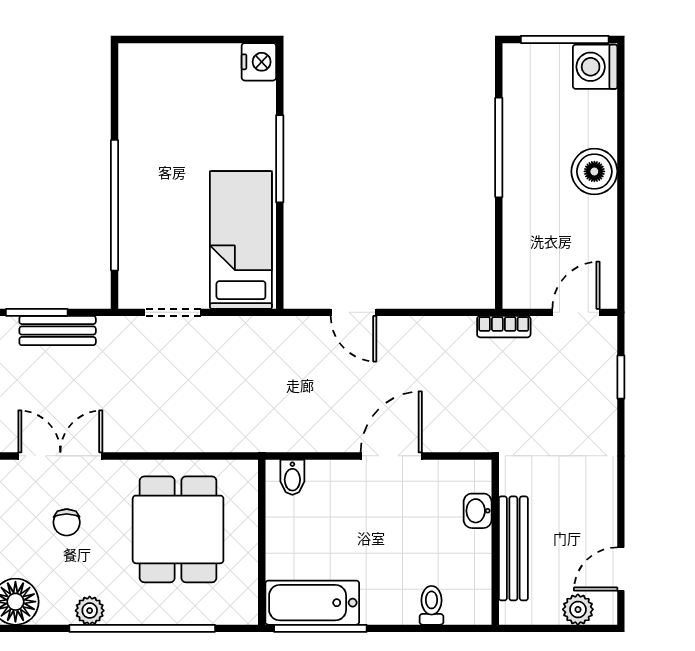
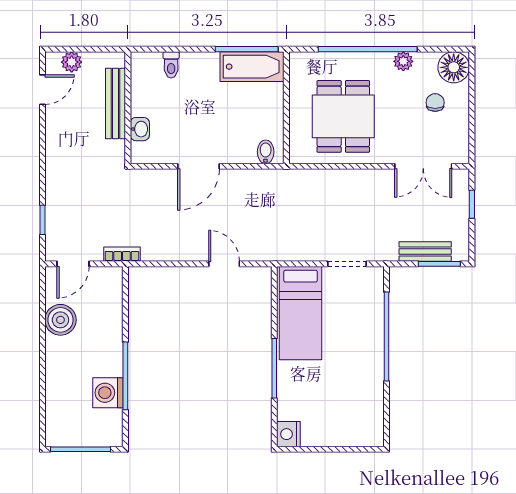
washing machine: (595, 67) -> (108, 393), moved, turned 180
boiler: (594, 171) -> (60, 320), moved
chair: (67, 522) -> (435, 103), moved

